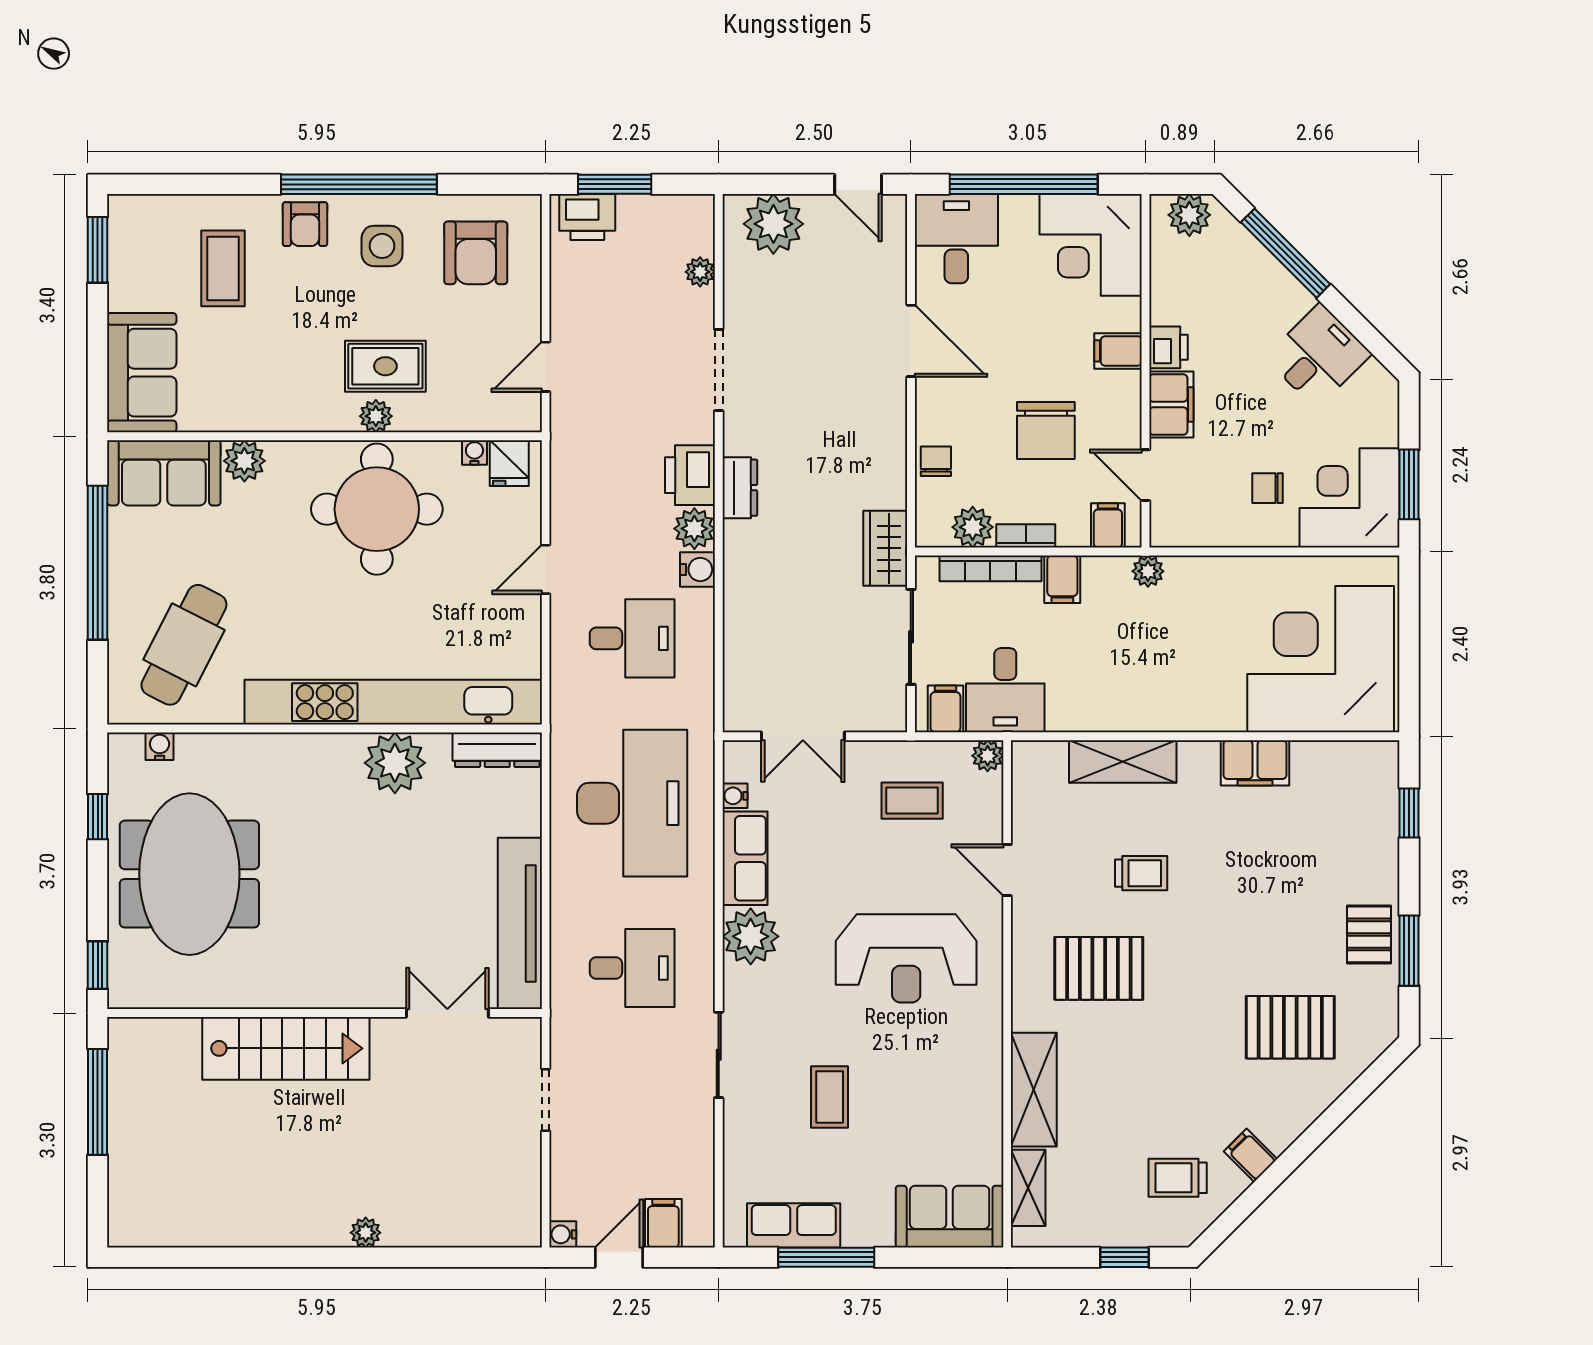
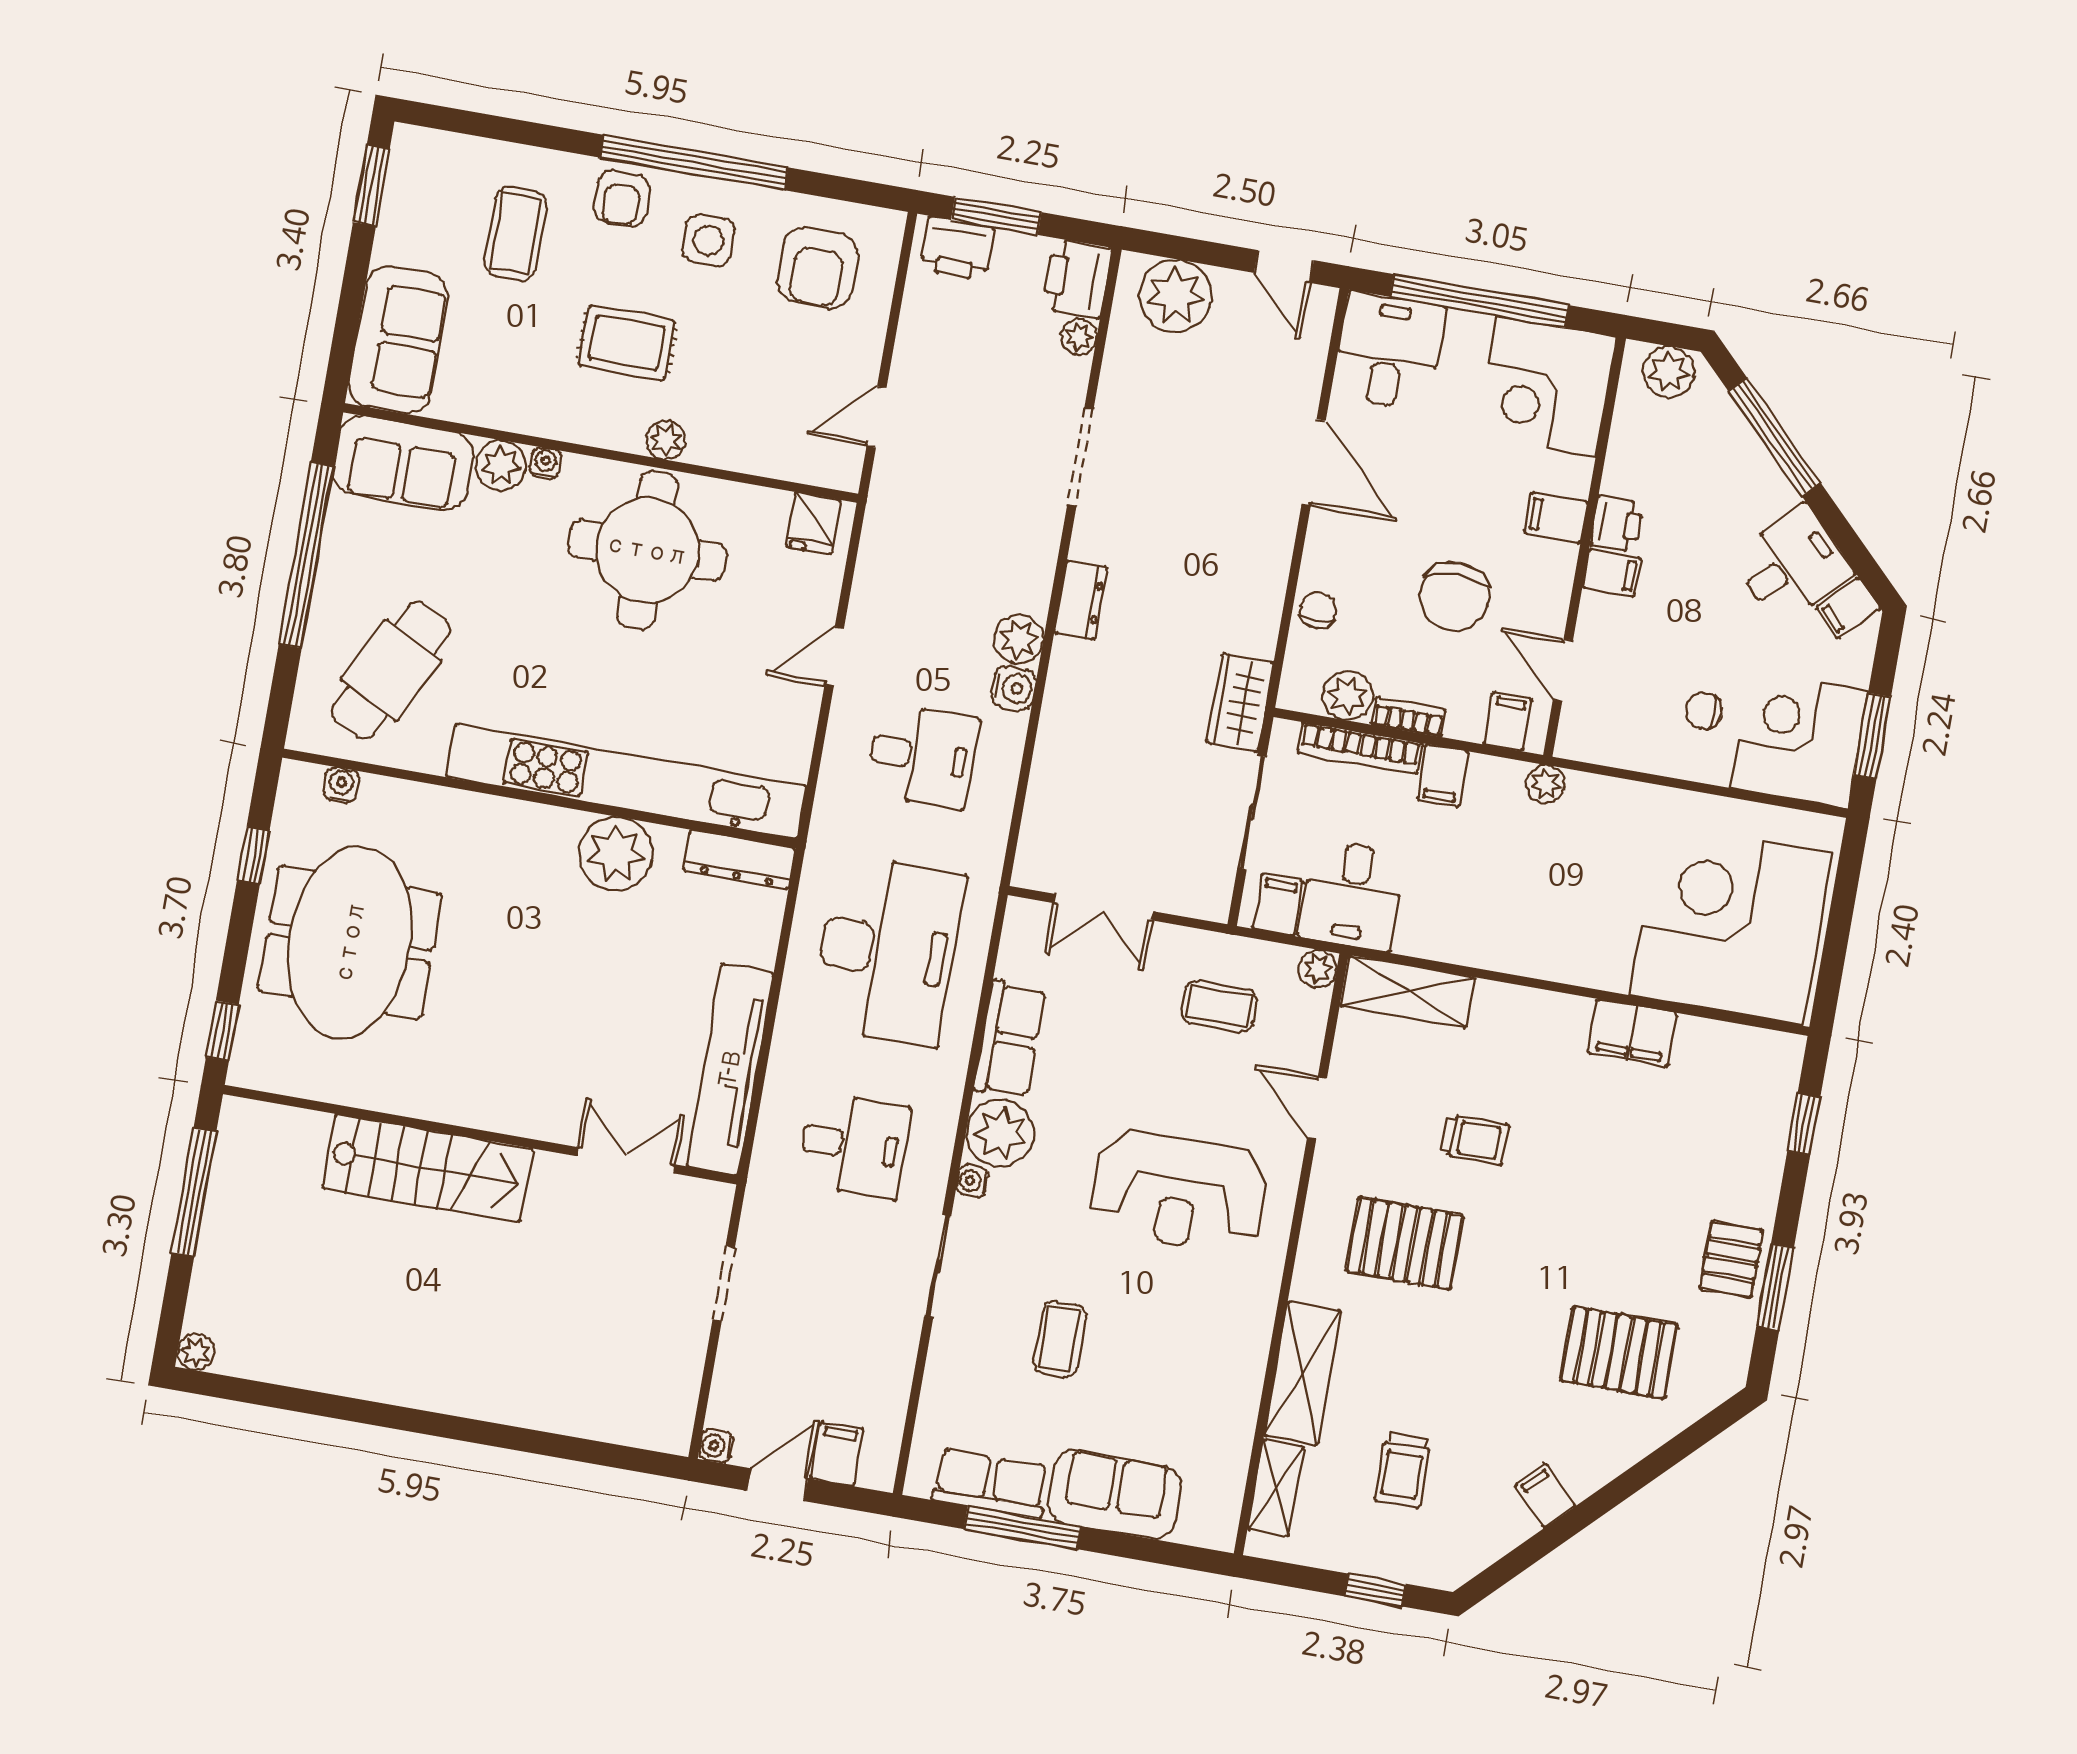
rug: (385, 366) -> (627, 343), moved
filing cabinet: (1371, 383) -> (1848, 608), added
filing cabinet: (1171, 405) -> (1612, 573), width x0.50
water cooler: (474, 452) -> (546, 463), moved
printer: (690, 475) -> (1077, 278), moved
shelving: (1123, 761) -> (1408, 992), moved
water cooler: (735, 796) -> (972, 1181), moved
trolley: (1178, 1178) -> (1403, 1470), moved, turned -90
sofa: (950, 1217) -> (1115, 1495), moved
plant: (366, 1233) -> (196, 1352), moved

